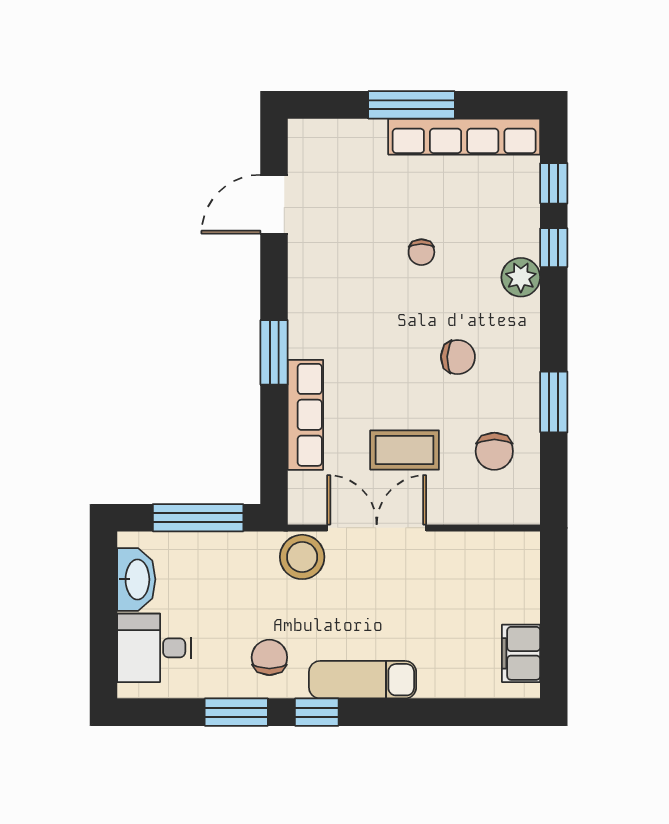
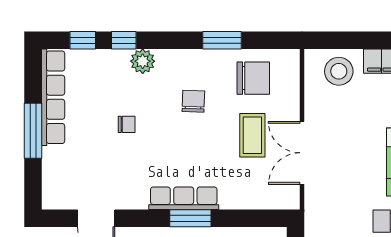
row of seats: (305, 415) -> (184, 198), moved
chair: (494, 451) -> (253, 78), width x1.37, depth x1.37
stool: (302, 557) -> (339, 71), moved

